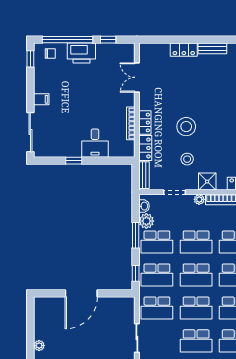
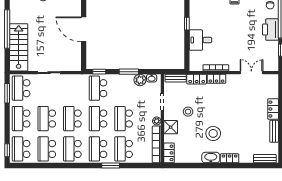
stool: (186, 127) -> (213, 133), moved
school desk: (157, 242) -> (124, 88), removed
school desk: (157, 308) -> (72, 88), removed

